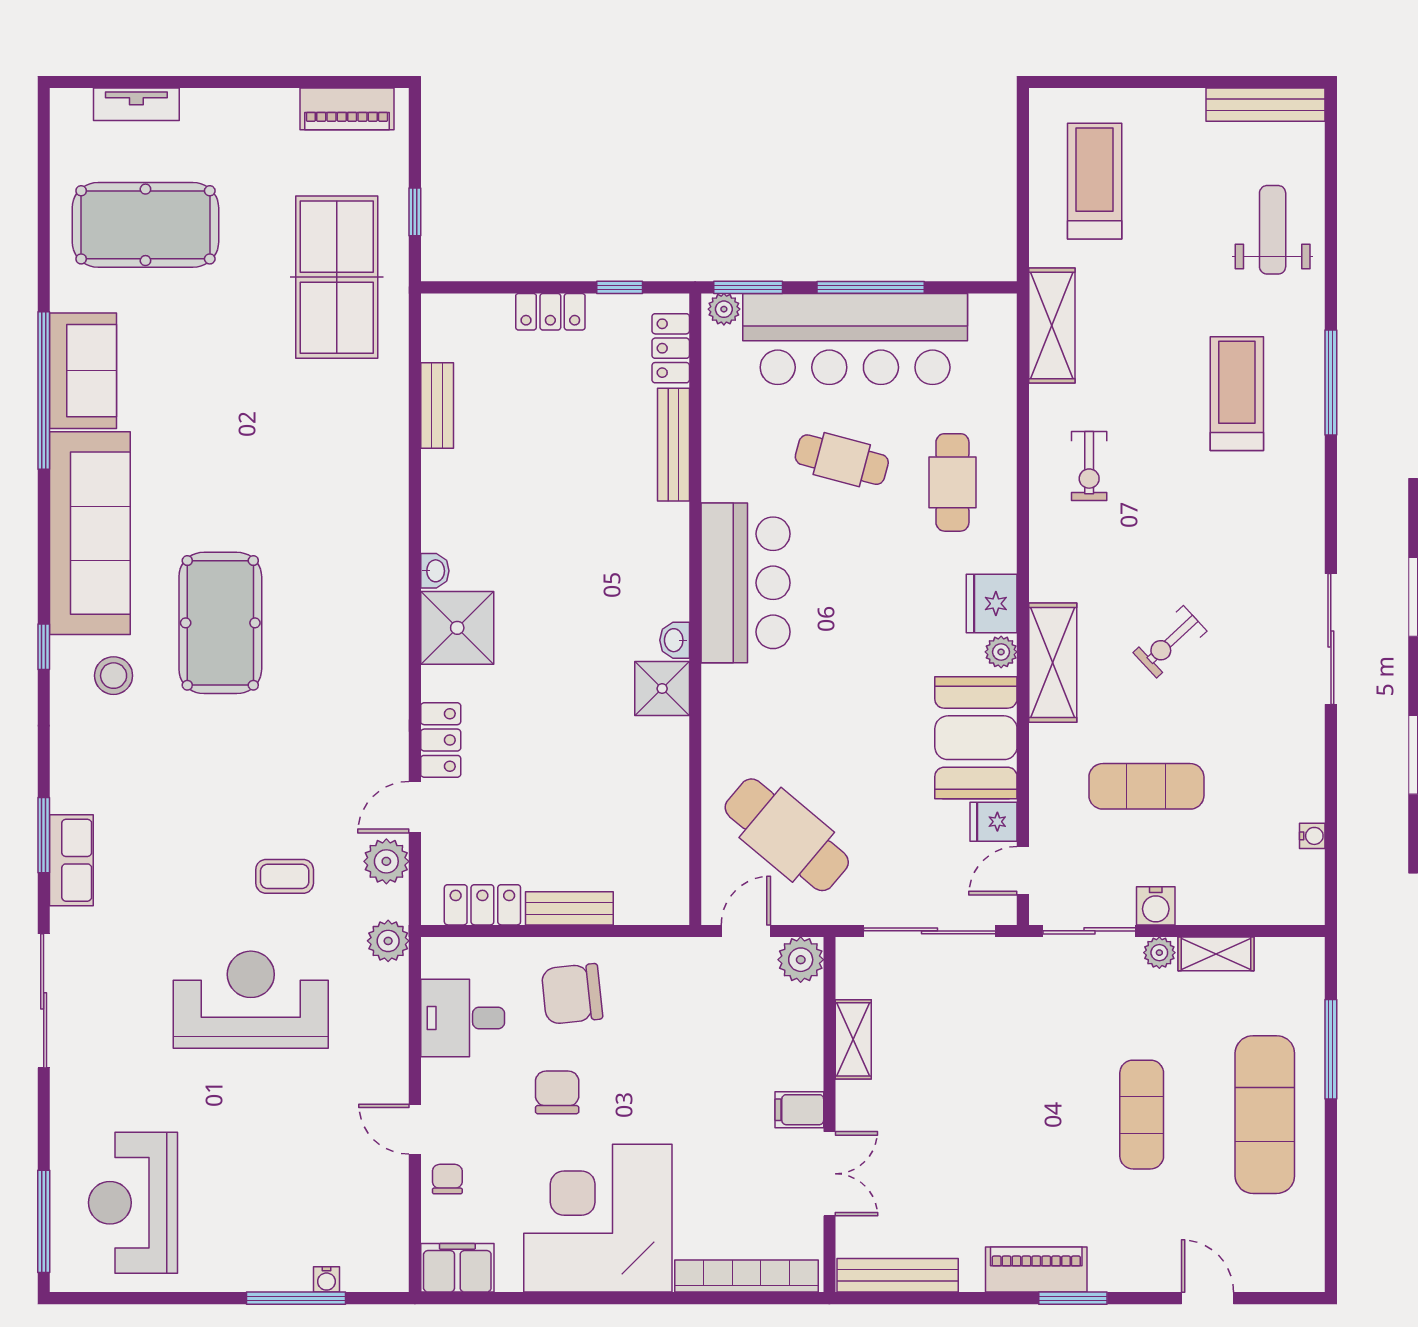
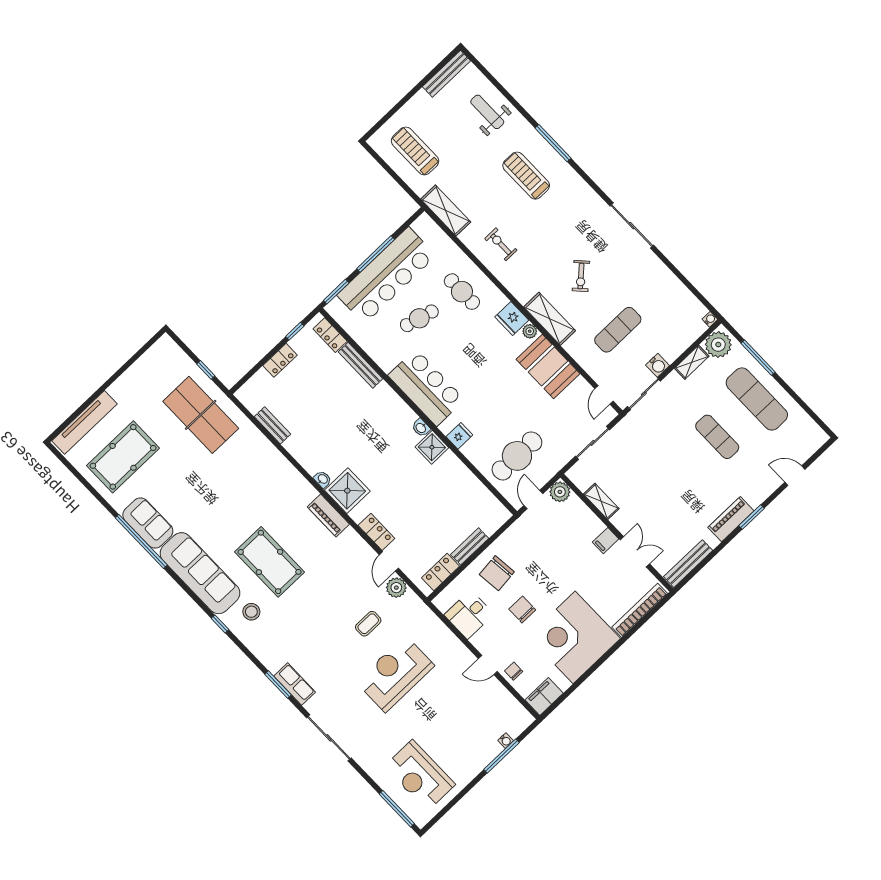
tv unit: (136, 104) -> (85, 422), width x1.92, depth x1.29
piano: (347, 109) -> (328, 515), moved, turned 90
plant: (724, 309) -> (335, 306), removed
exercise bike: (1089, 466) -> (501, 244), turned 180
fridge: (994, 822) -> (459, 436), moved, turned 180
cafe table: (787, 835) -> (517, 456), turned -40
water cooler: (1312, 836) -> (710, 319), moved
sliding door: (930, 931) -> (592, 443), width x0.73
plant: (388, 941) -> (421, 613), removed
plant: (1159, 953) -> (718, 345), moved, width x1.88, depth x1.88

